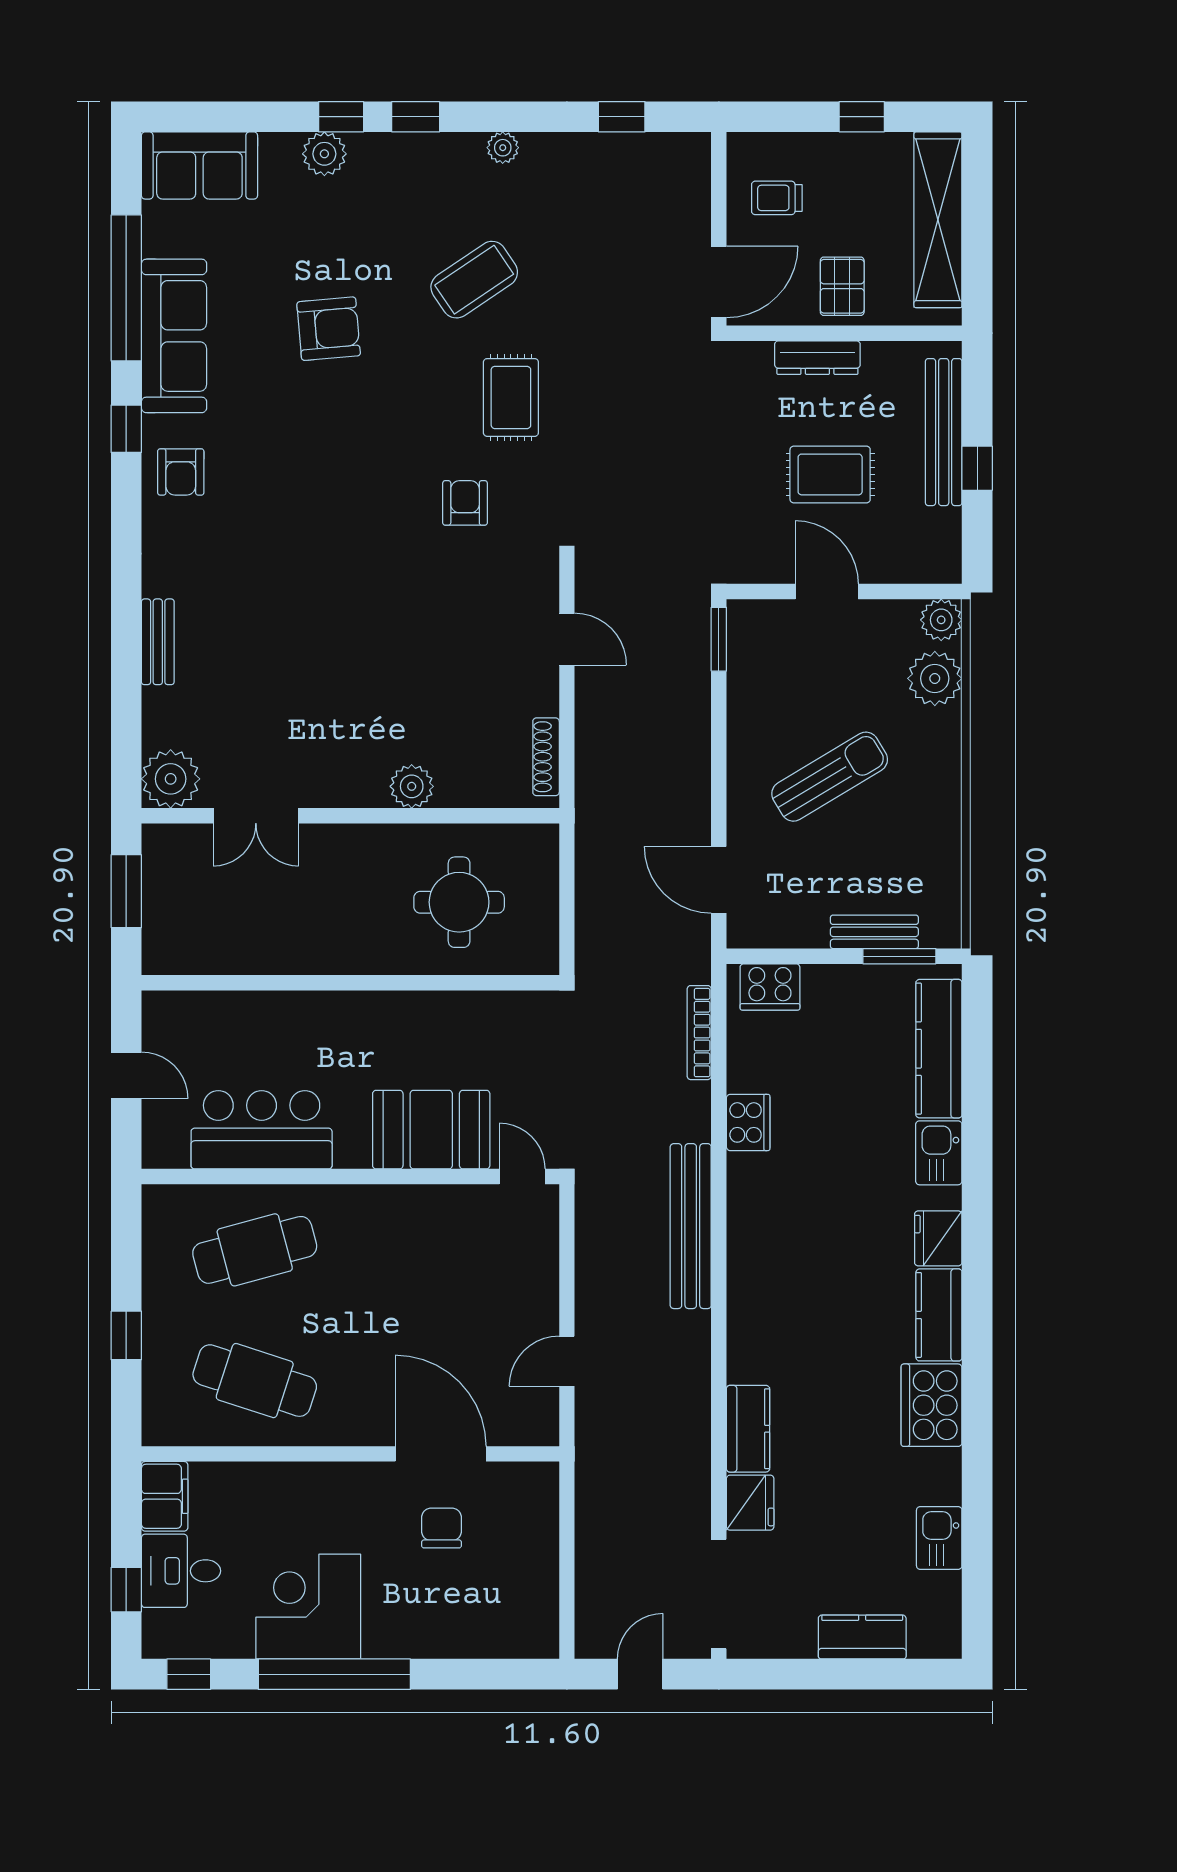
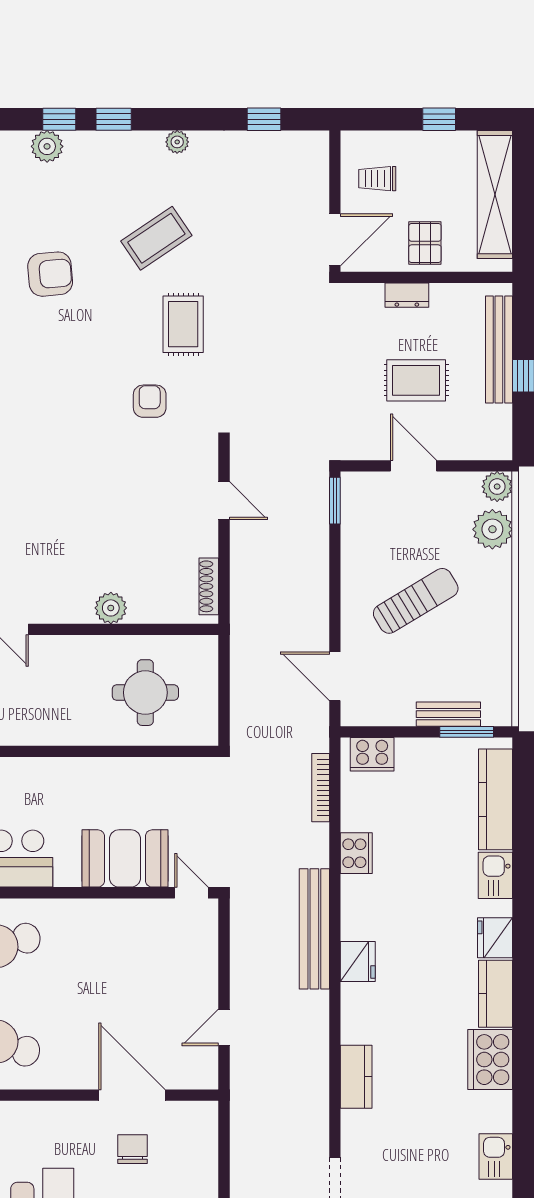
dresser: (817, 358) -> (407, 295), width x0.70
fridge: (750, 1503) -> (358, 962), moved

